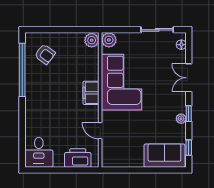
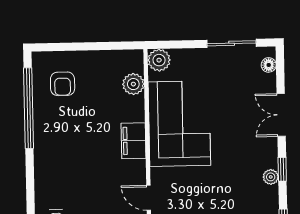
plant: (92, 40) -> (133, 84), moved
armchair: (45, 54) -> (63, 84), turned 53

